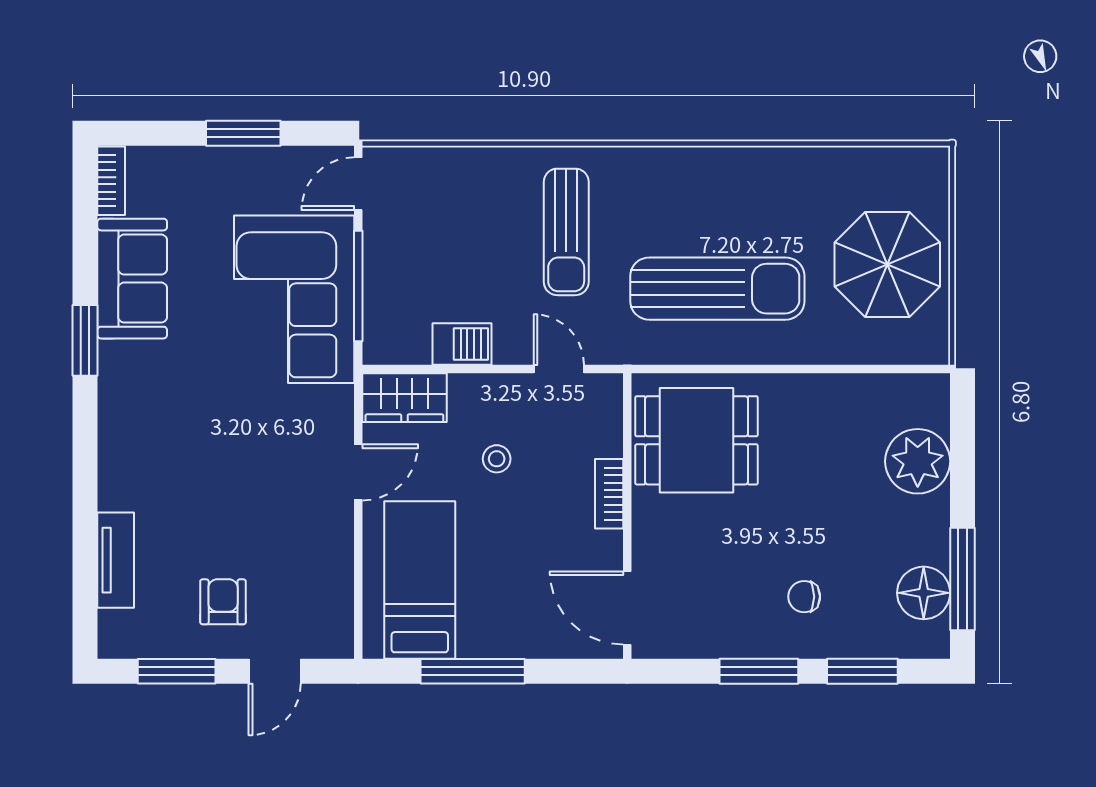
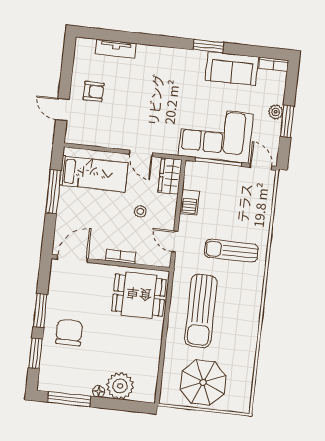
plant: (224, 163) -> (276, 112), added
door: (559, 369) -> (175, 241), swing flipped
dining table: (697, 440) -> (139, 295), turned 90
floor lamp: (924, 593) -> (99, 391), moved, width x0.53, depth x0.53
chair: (804, 597) -> (69, 333), width x1.87, depth x1.87
window: (177, 671) -> (67, 69), removed

